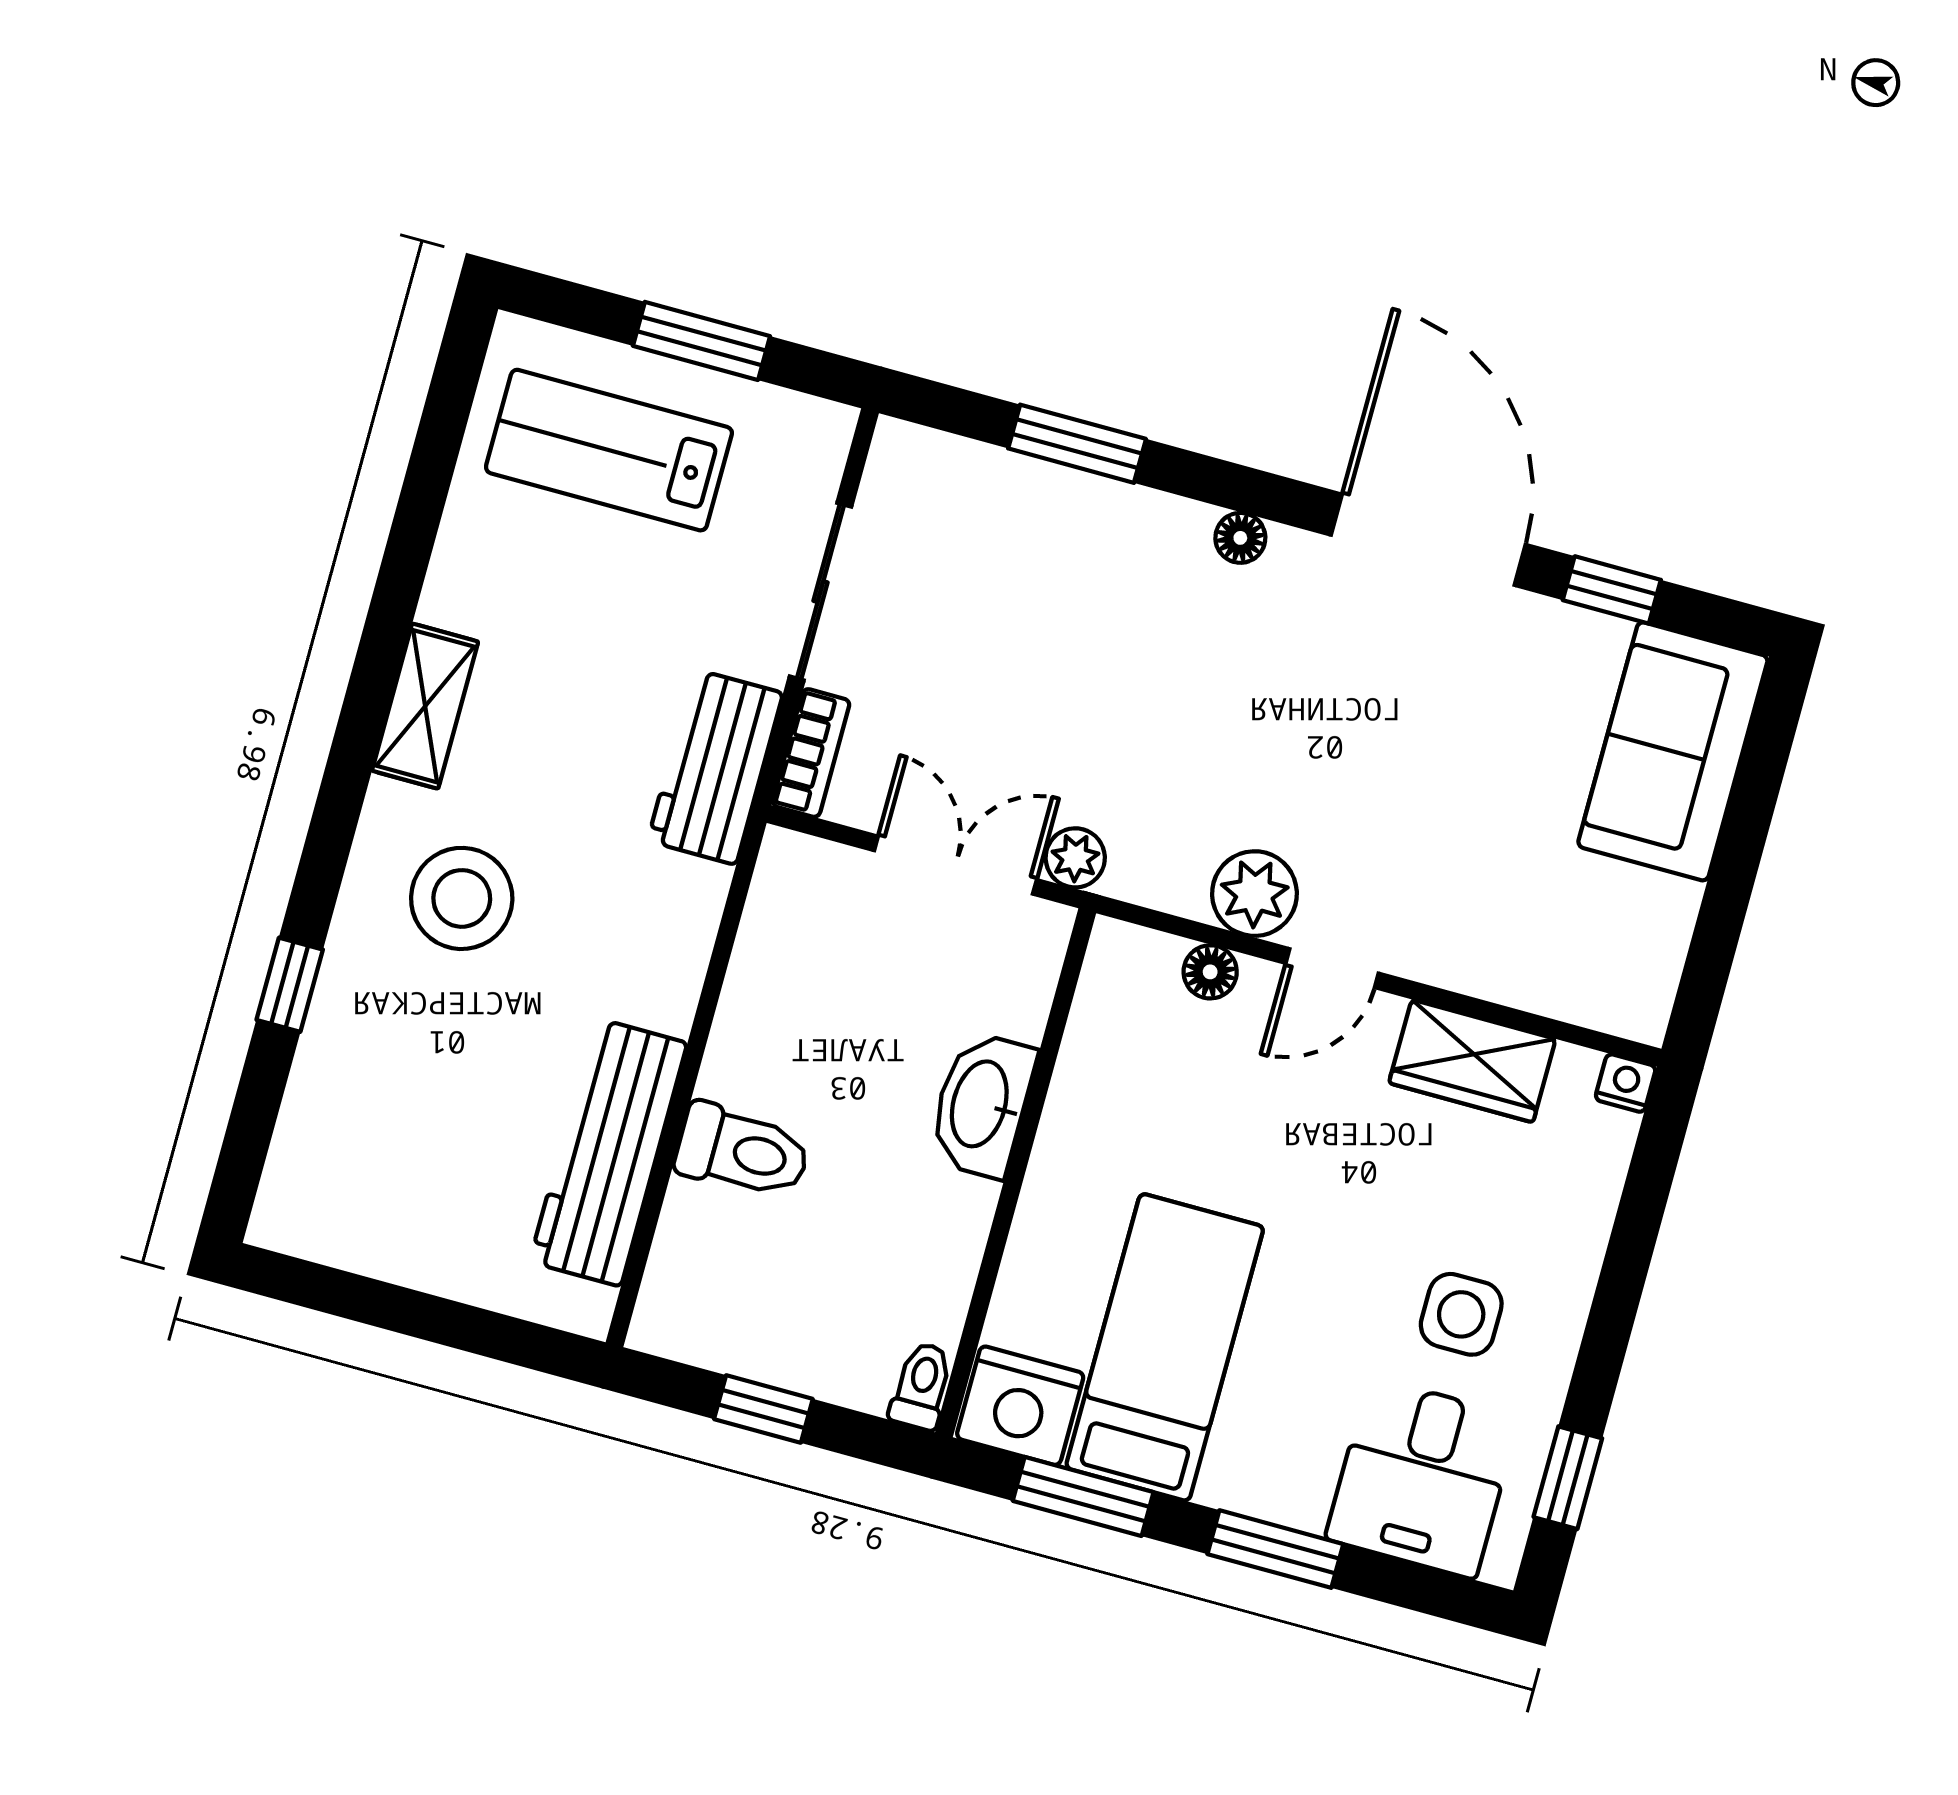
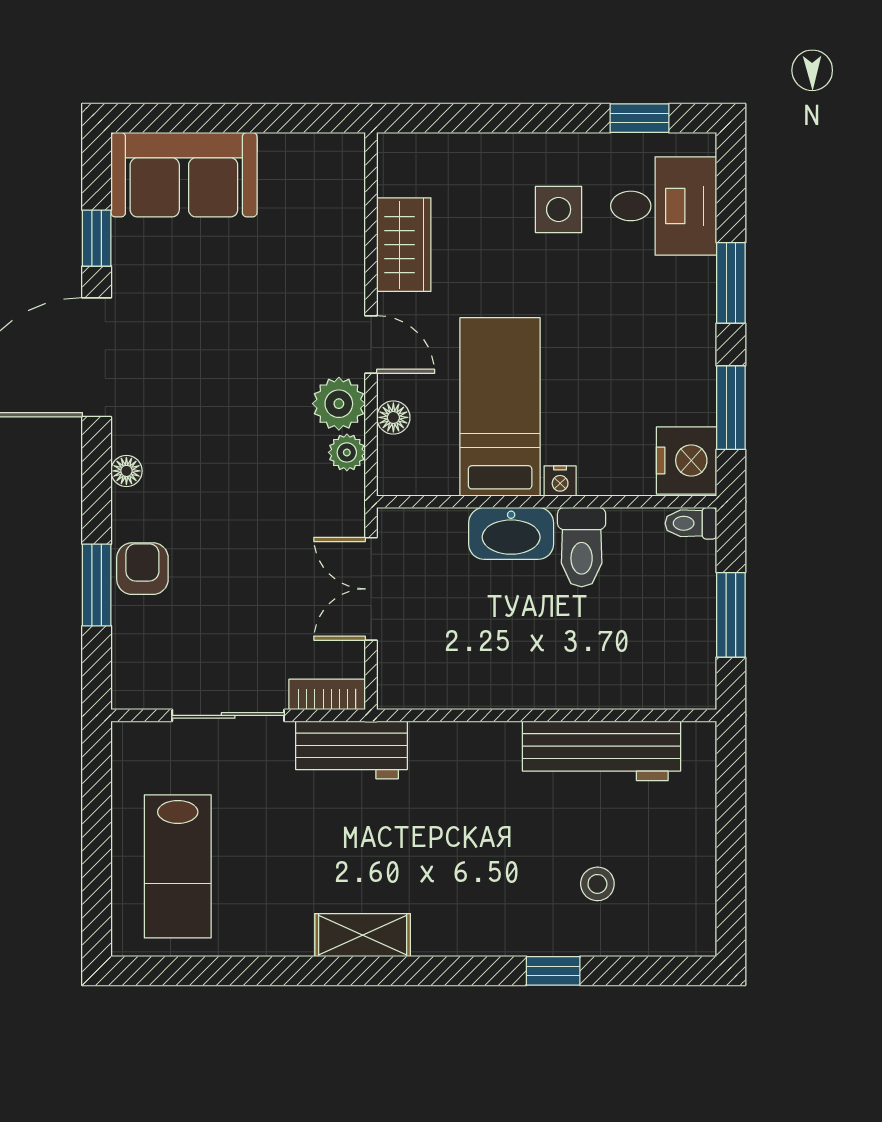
window: (701, 341) -> (97, 829), removed
armchair: (1083, 521) -> (142, 569), added
plant: (1075, 858) -> (347, 452), moved
stool: (462, 898) -> (597, 884), moved, width x0.53, depth x0.53
nightstand: (1626, 1083) -> (560, 481), moved, turned -90
toilet: (743, 1151) -> (582, 547), moved, turned 180
bed: (1165, 1347) -> (500, 407), moved, turned 90
window: (763, 1409) -> (731, 615), width x1.50

